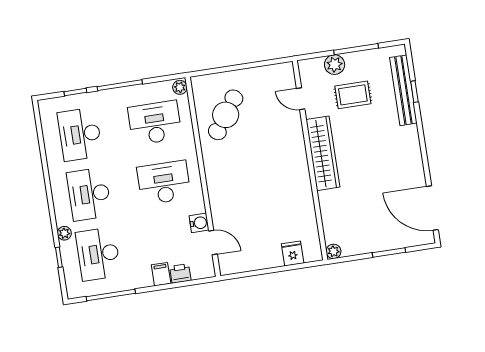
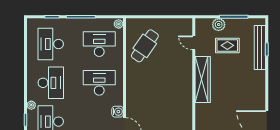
desk: (89, 194) -> (51, 83), turned 180

